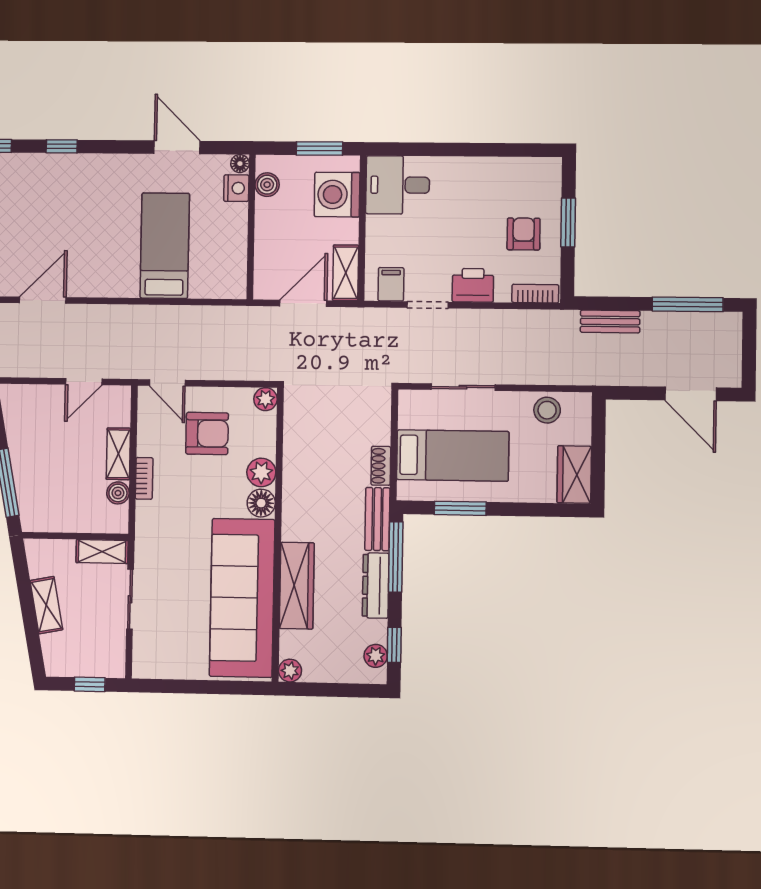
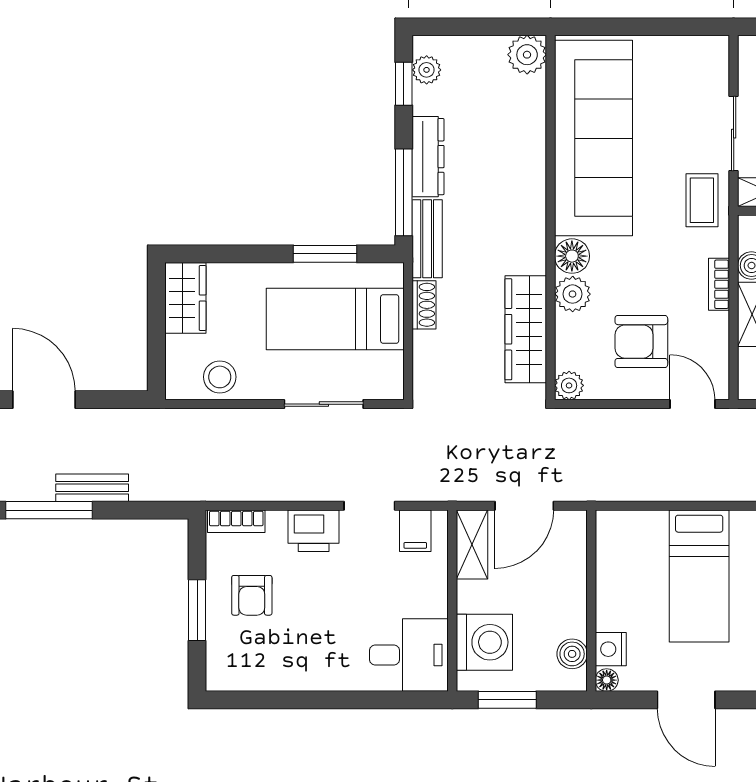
bench: (610, 322) -> (92, 488), moved
coffee table: (156, 546) -> (702, 200), added
wardrobe: (297, 586) -> (526, 329), moved
plant: (290, 671) -> (527, 55), width x1.38, depth x1.38

